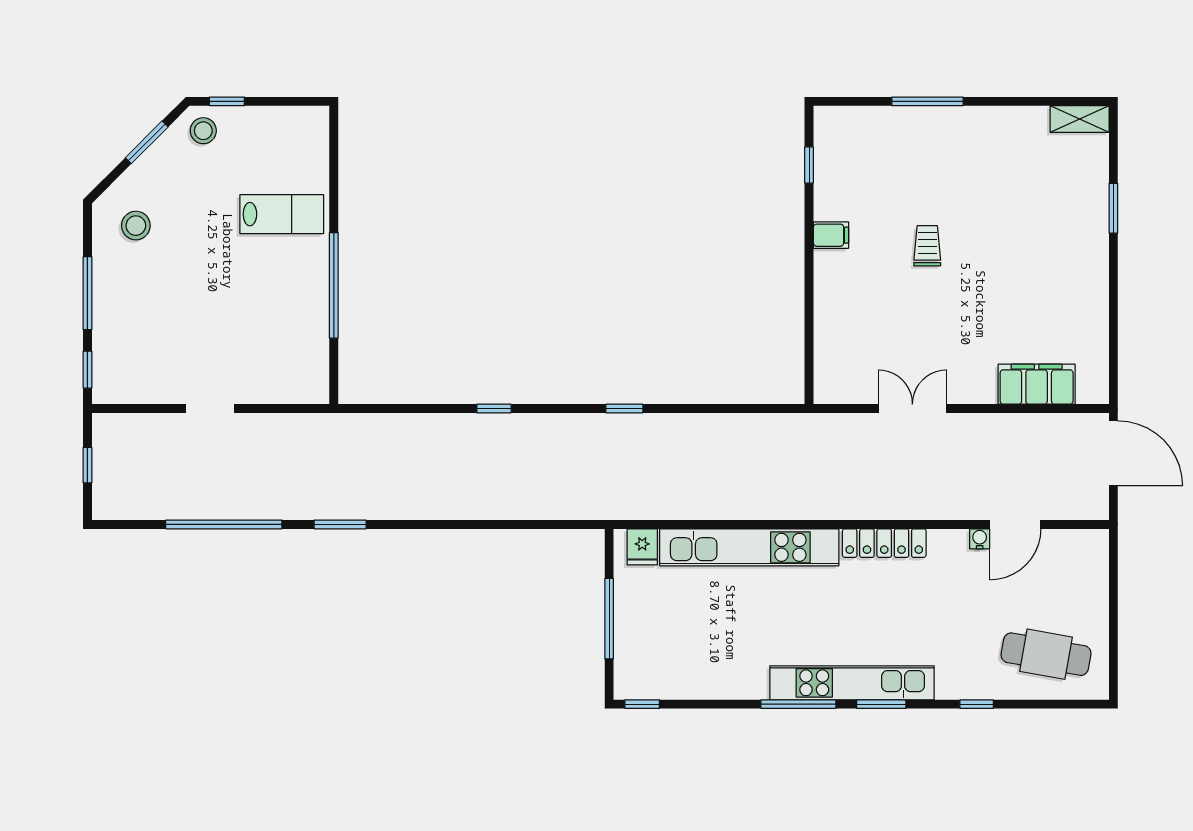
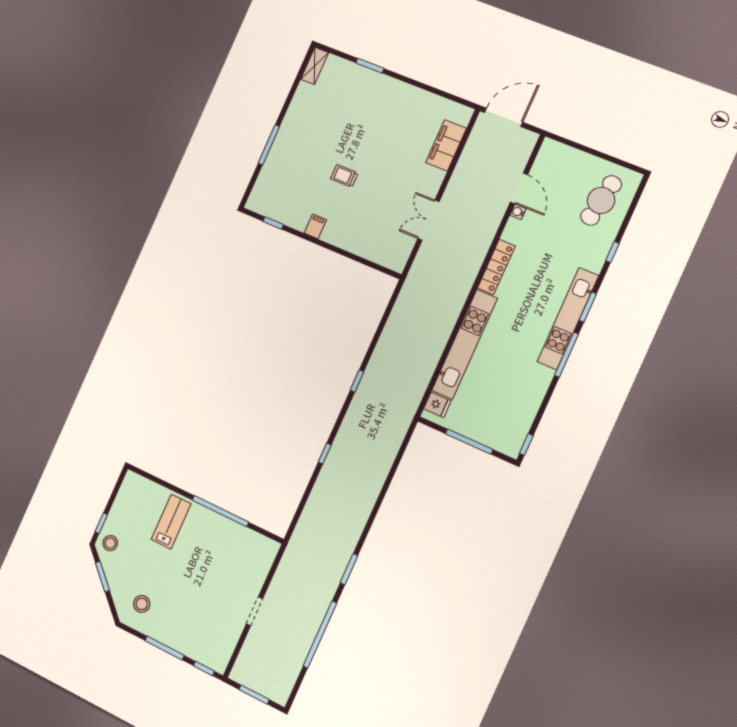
window: (87, 465) -> (254, 695), width x1.50

